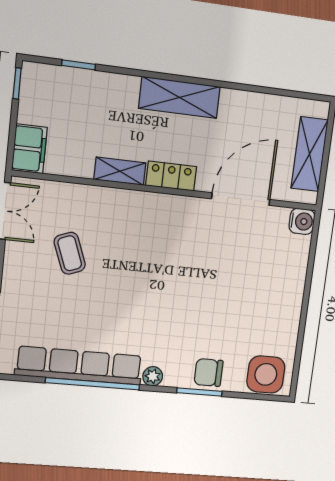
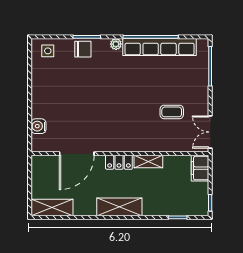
shelving: (310, 154) -> (52, 207), moved, turned 90
water cooler: (302, 221) -> (38, 126), moved
coffee table: (70, 253) -> (172, 112), turned -69
side table: (266, 374) -> (48, 51), width x0.54, depth x0.54

